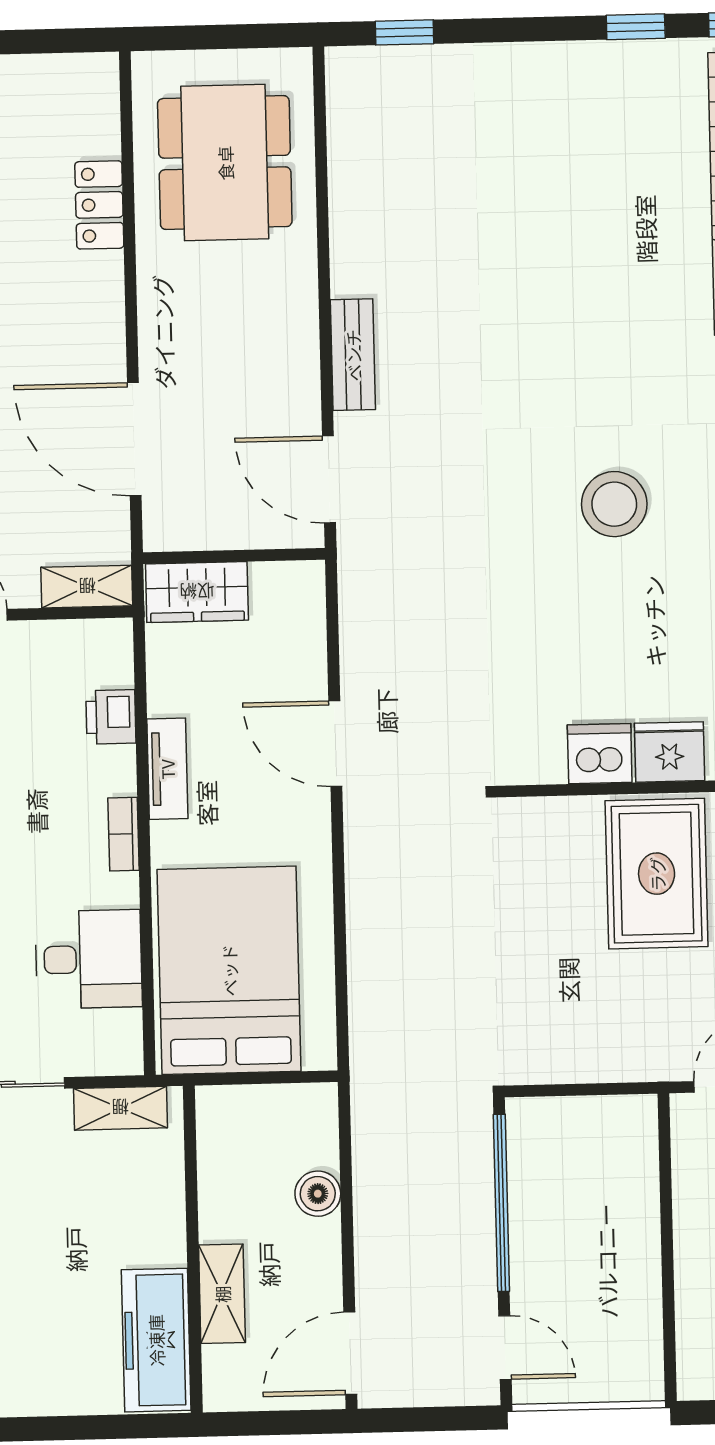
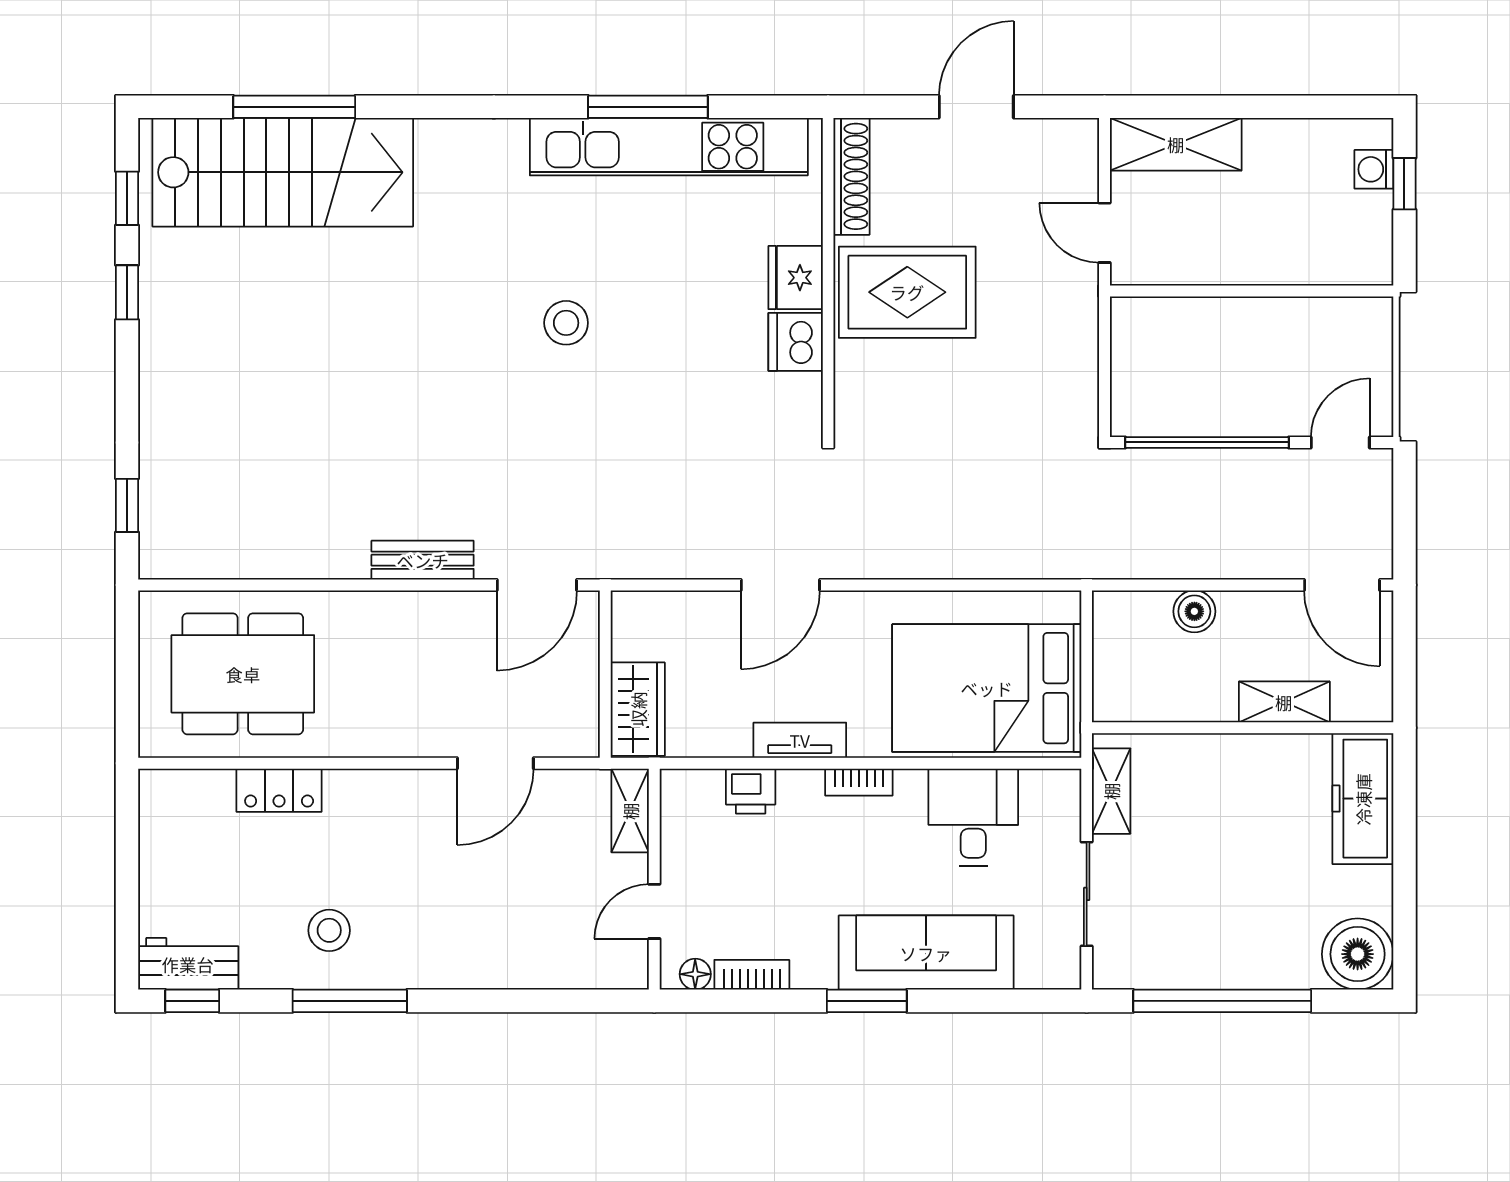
door: (134, 439) -> (495, 763), width x0.73
stool: (614, 504) -> (566, 323), width x0.73, depth x0.73
freezer: (156, 1340) -> (1363, 799), moved, turned 90

